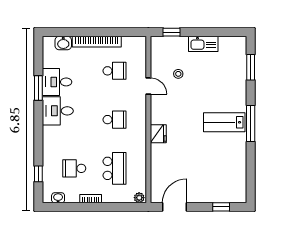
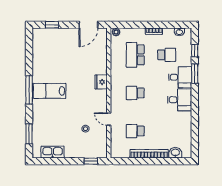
kitchen sink: (203, 44) -> (53, 152), moved
desk: (57, 82) -> (180, 77), moved
window: (38, 88) -> (195, 74), moved
lab bench: (224, 122) -> (50, 91), turned 180

